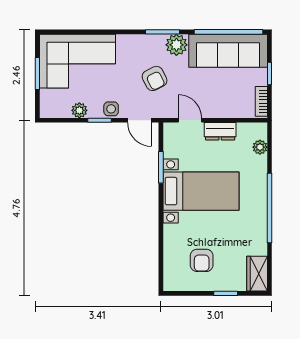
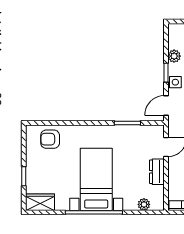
bed with nightstands: (201, 191) -> (96, 179), moved, turned 180
armchair: (202, 260) -> (50, 139), moved

